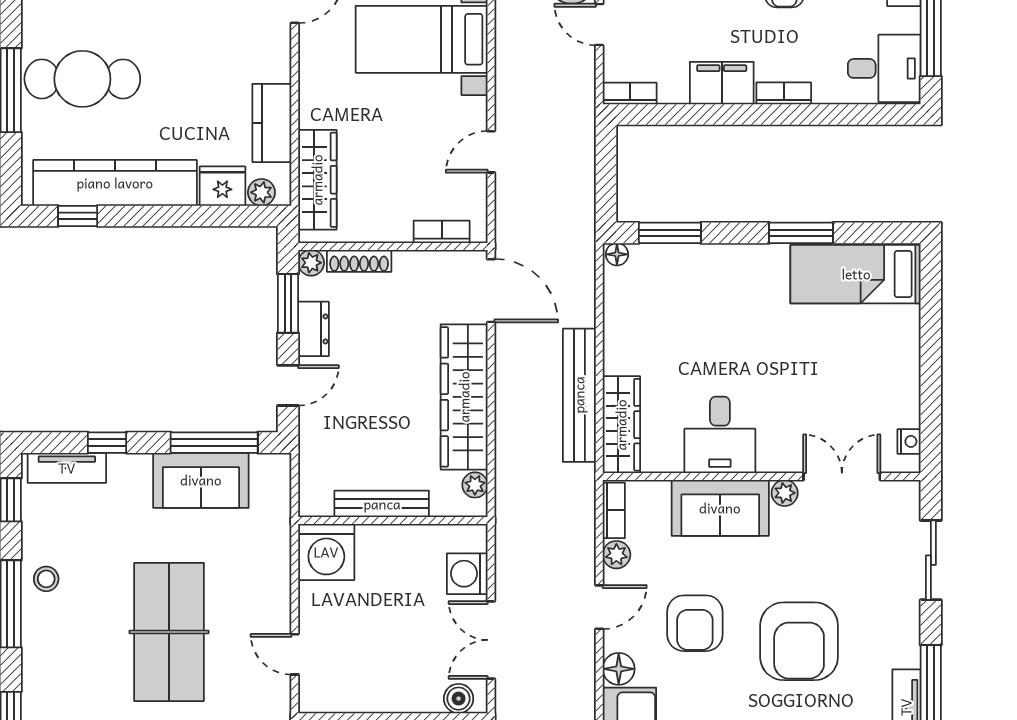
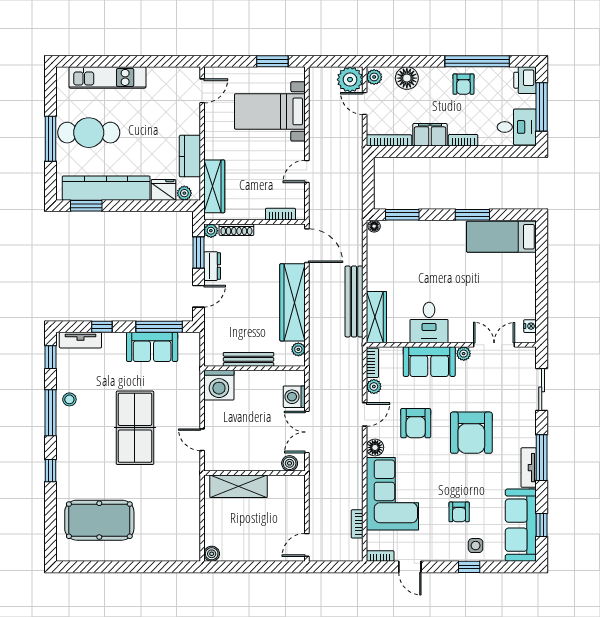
bookcase: (630, 94) -> (389, 140), width x1.56
window: (78, 216) -> (86, 206), width x1.50

